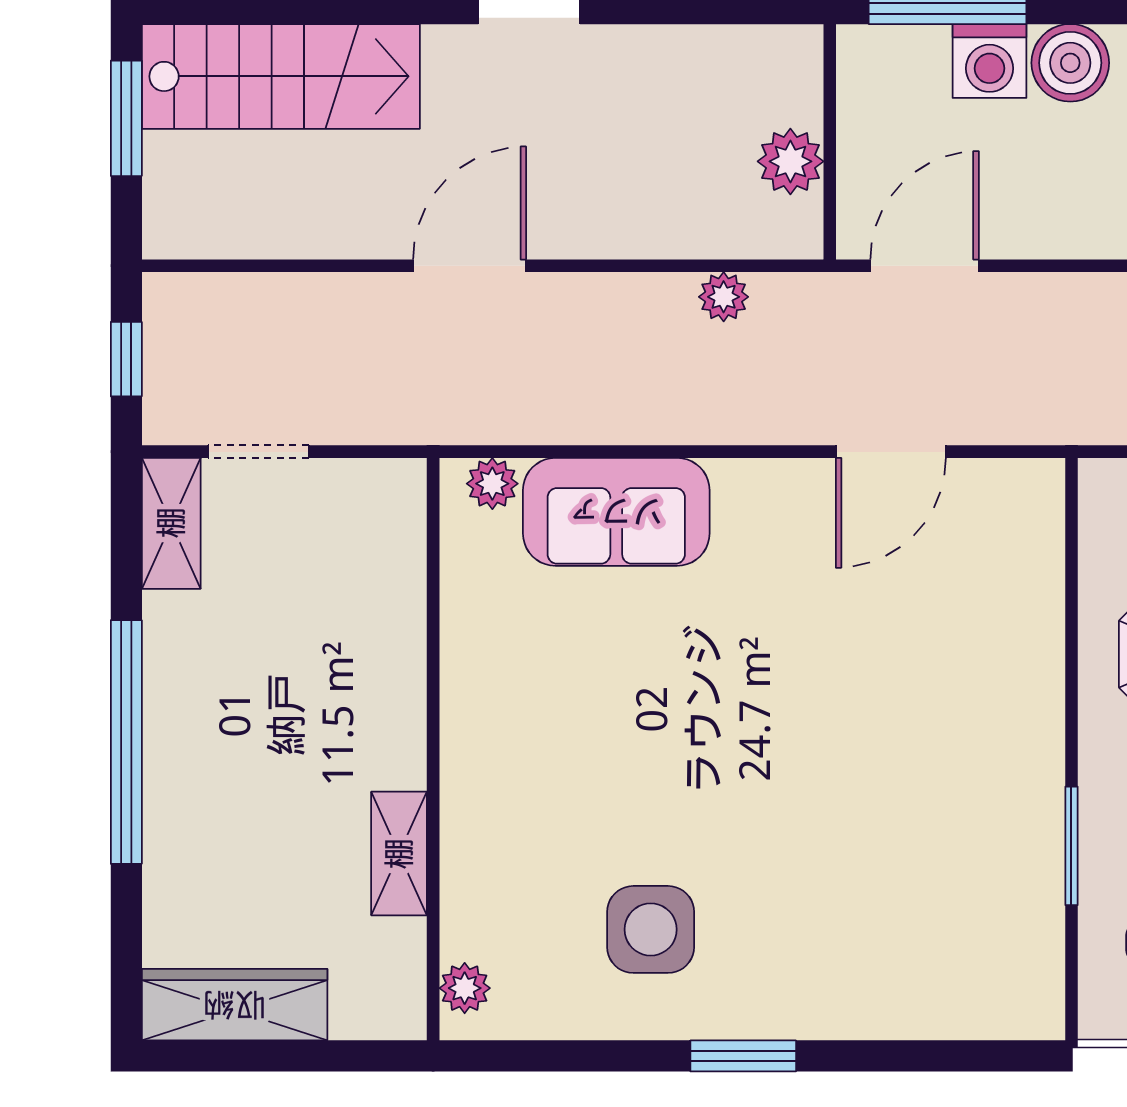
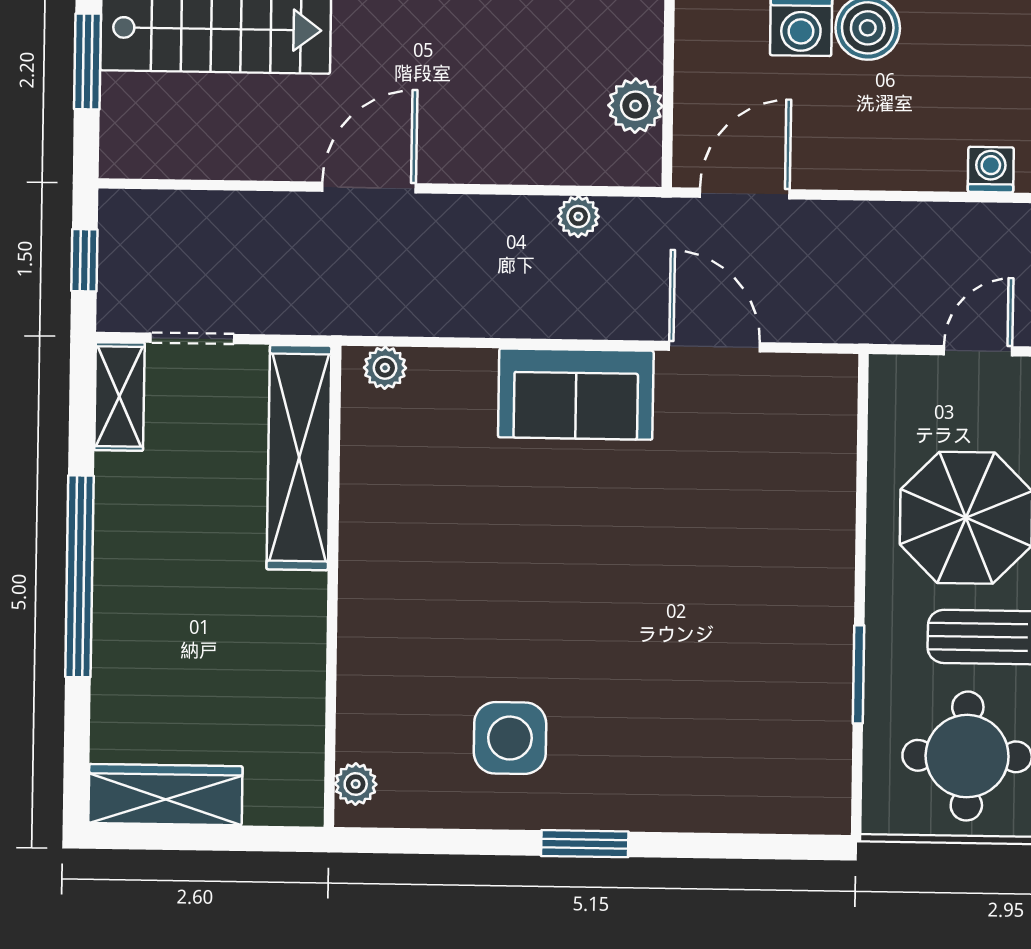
door: (891, 452) -> (714, 347), swing flipped
sofa: (616, 512) -> (576, 394), moved
shelving: (399, 854) -> (299, 458), moved, width x2.20, depth x1.33

